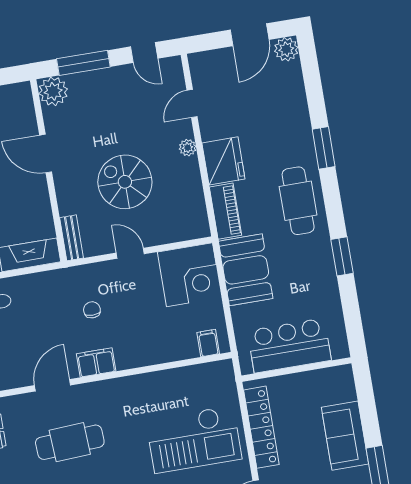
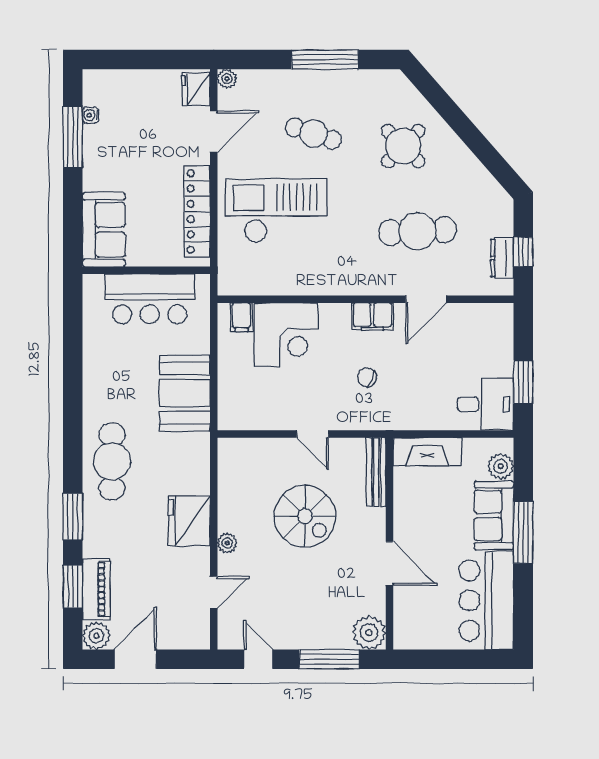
piano: (225, 211) -> (96, 589), moved, turned 180
bench: (72, 238) -> (376, 472), width x1.36
window: (342, 256) -> (73, 587), moved
corner desk: (190, 275) -> (286, 335), moved, turned 180
chair: (92, 310) -> (367, 377), turned 114
sofa: (345, 436) -> (104, 230), moved

